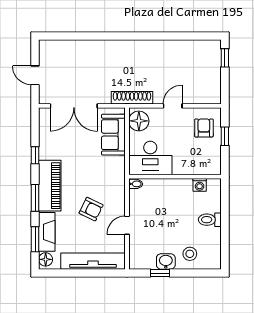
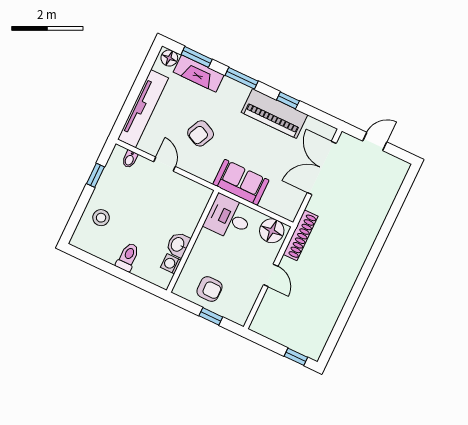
armchair: (204, 128) -> (209, 289), moved
sofa: (113, 135) -> (241, 182), moved
desk: (150, 158) -> (229, 218), width x0.73
bidet: (136, 184) -> (130, 159), moved
piano: (50, 186) -> (275, 114), moved
washbasin: (166, 261) -> (178, 245), moved, turned 180

